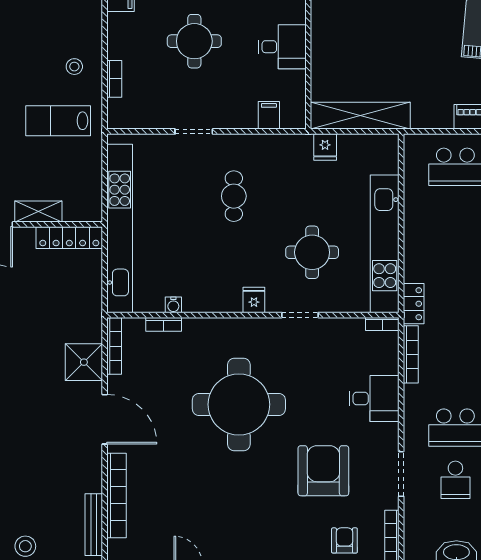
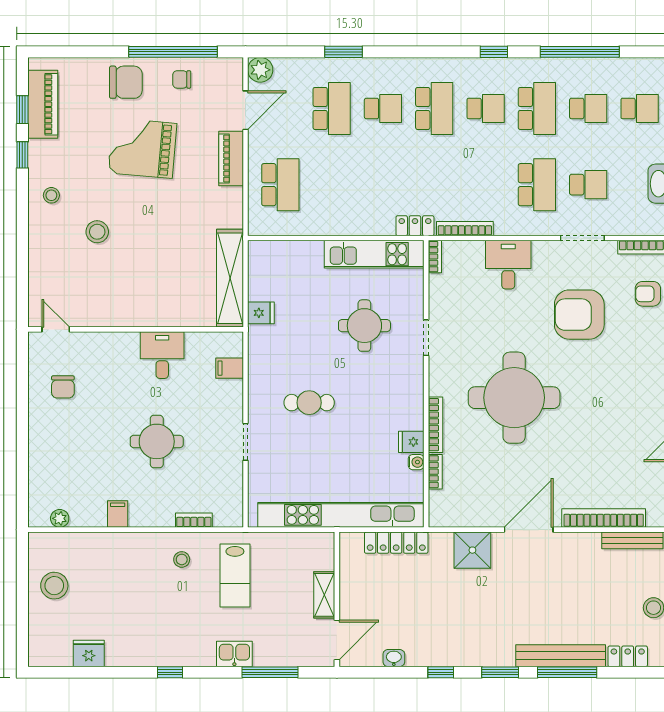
locker: (69, 238) -> (396, 543), moved, turned 90
kitchen unit: (385, 244) -> (374, 254), width x0.73
fridge: (254, 300) -> (411, 442), moved
bookcase: (114, 346) -> (435, 425), moved, turned 90

